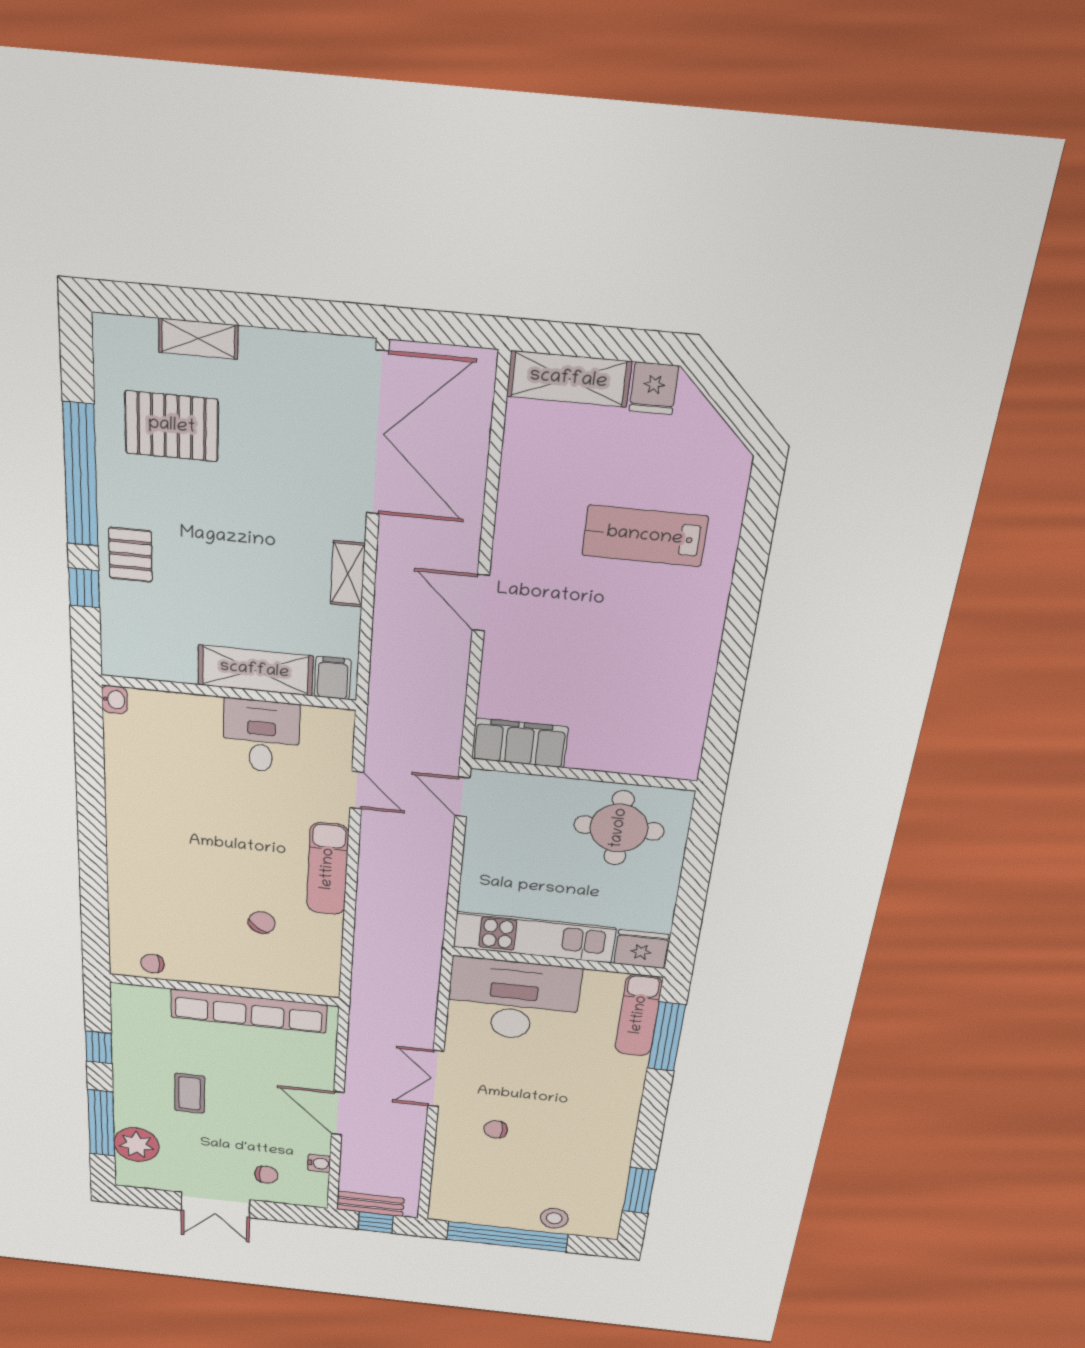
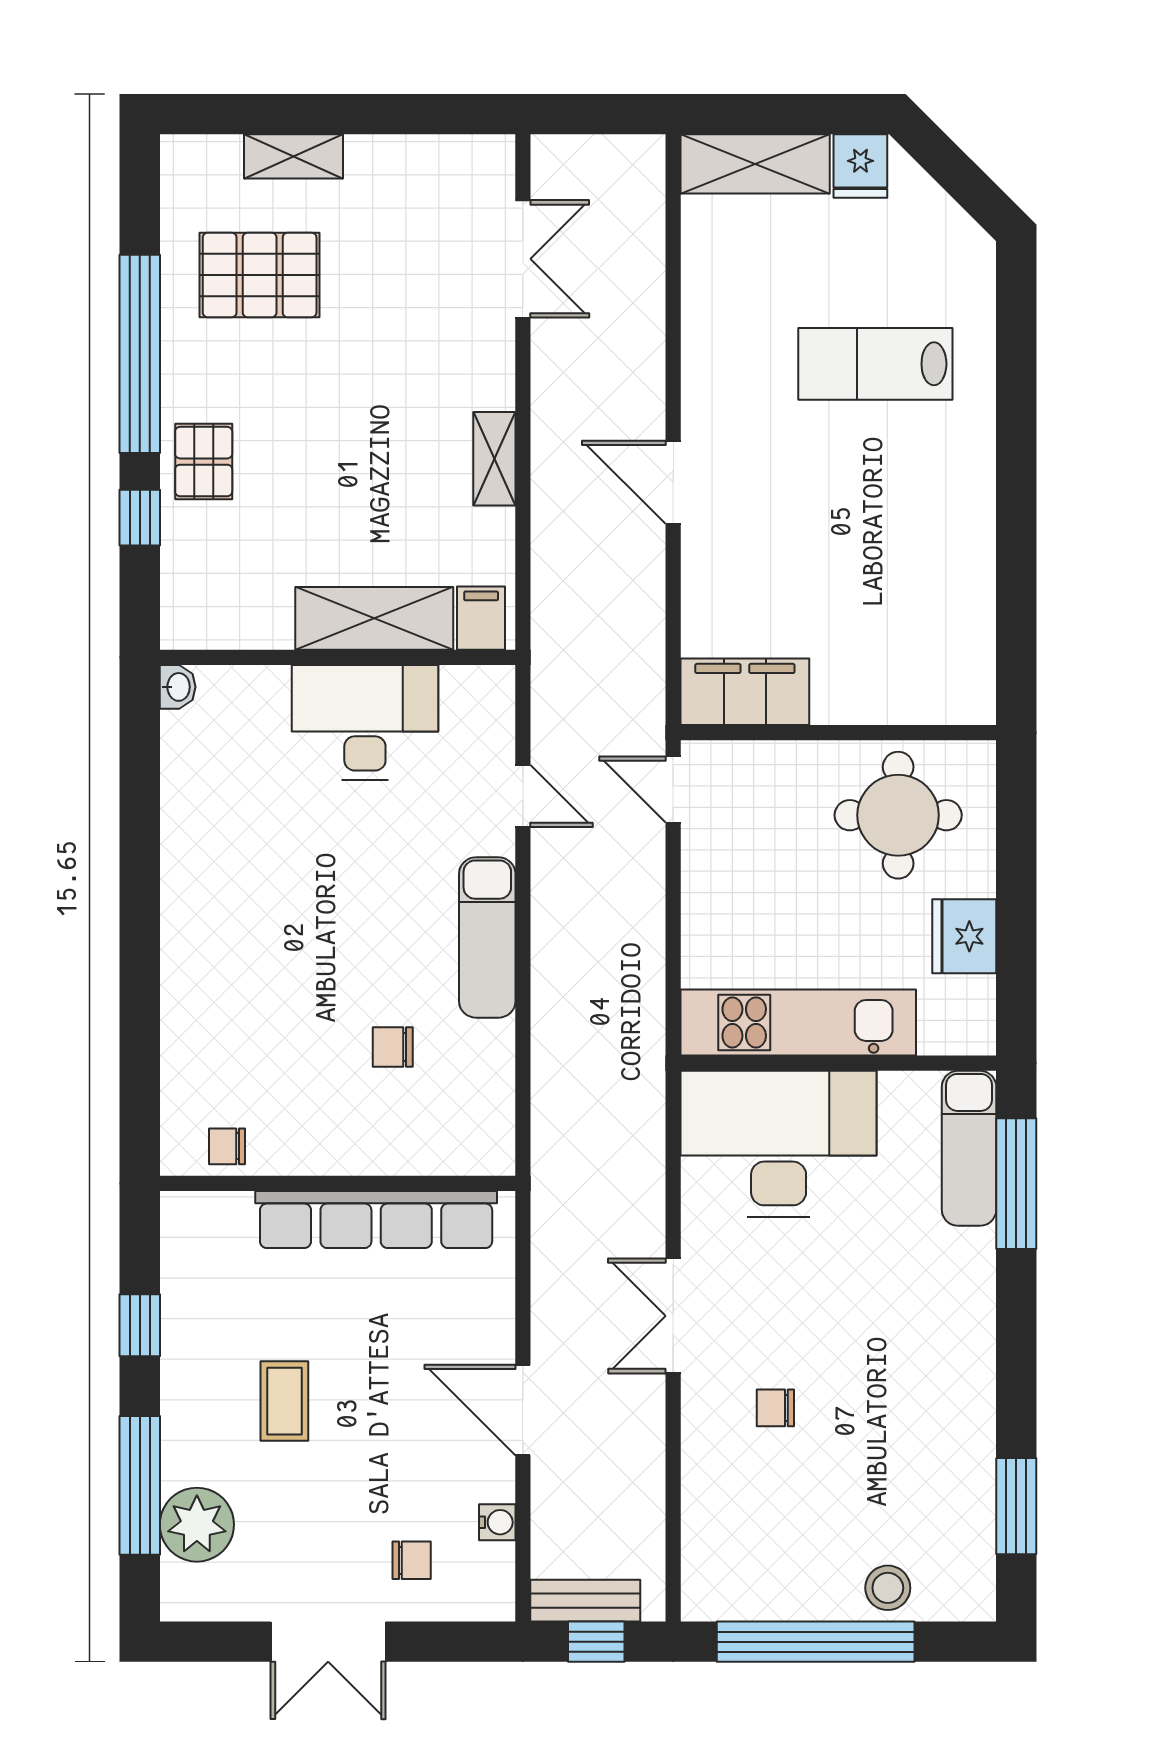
double door: (377, 434) -> (523, 259), width x0.54
desk: (261, 736) -> (365, 722), width x1.37
chair: (262, 922) -> (393, 1047), turned -126
fridge: (641, 949) -> (964, 936), moved, turned -90

